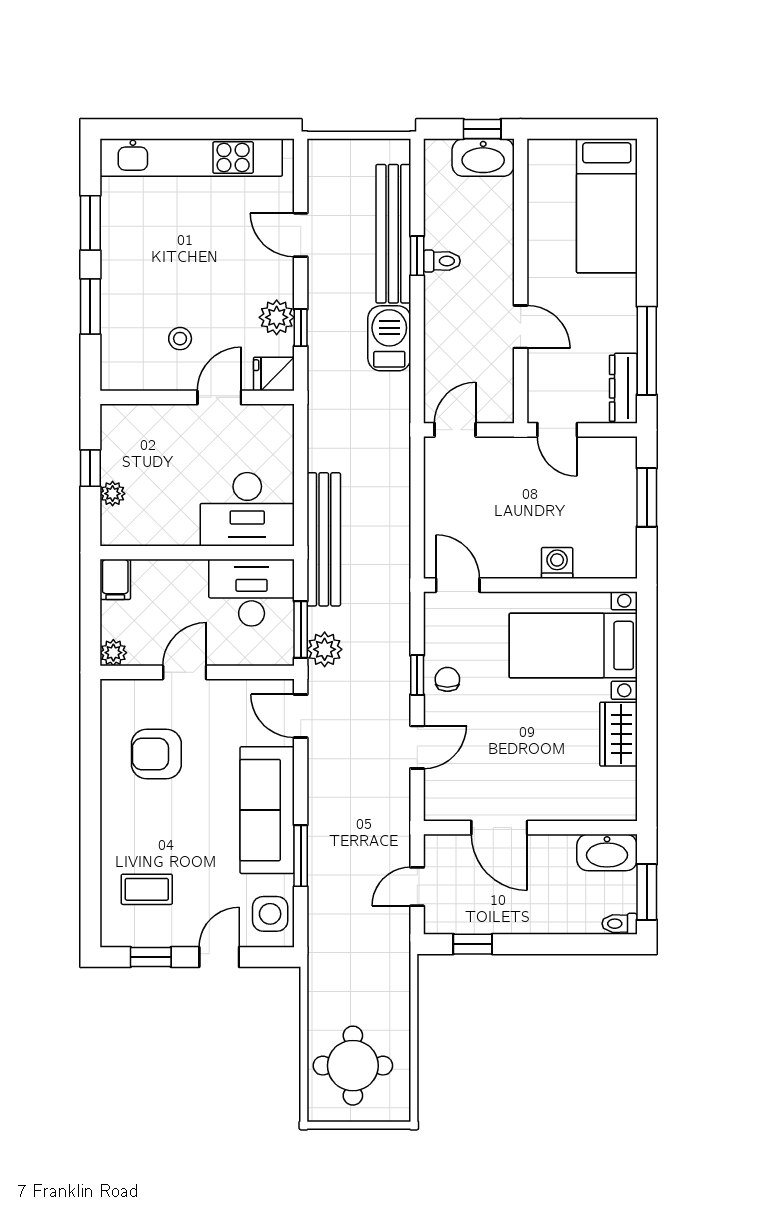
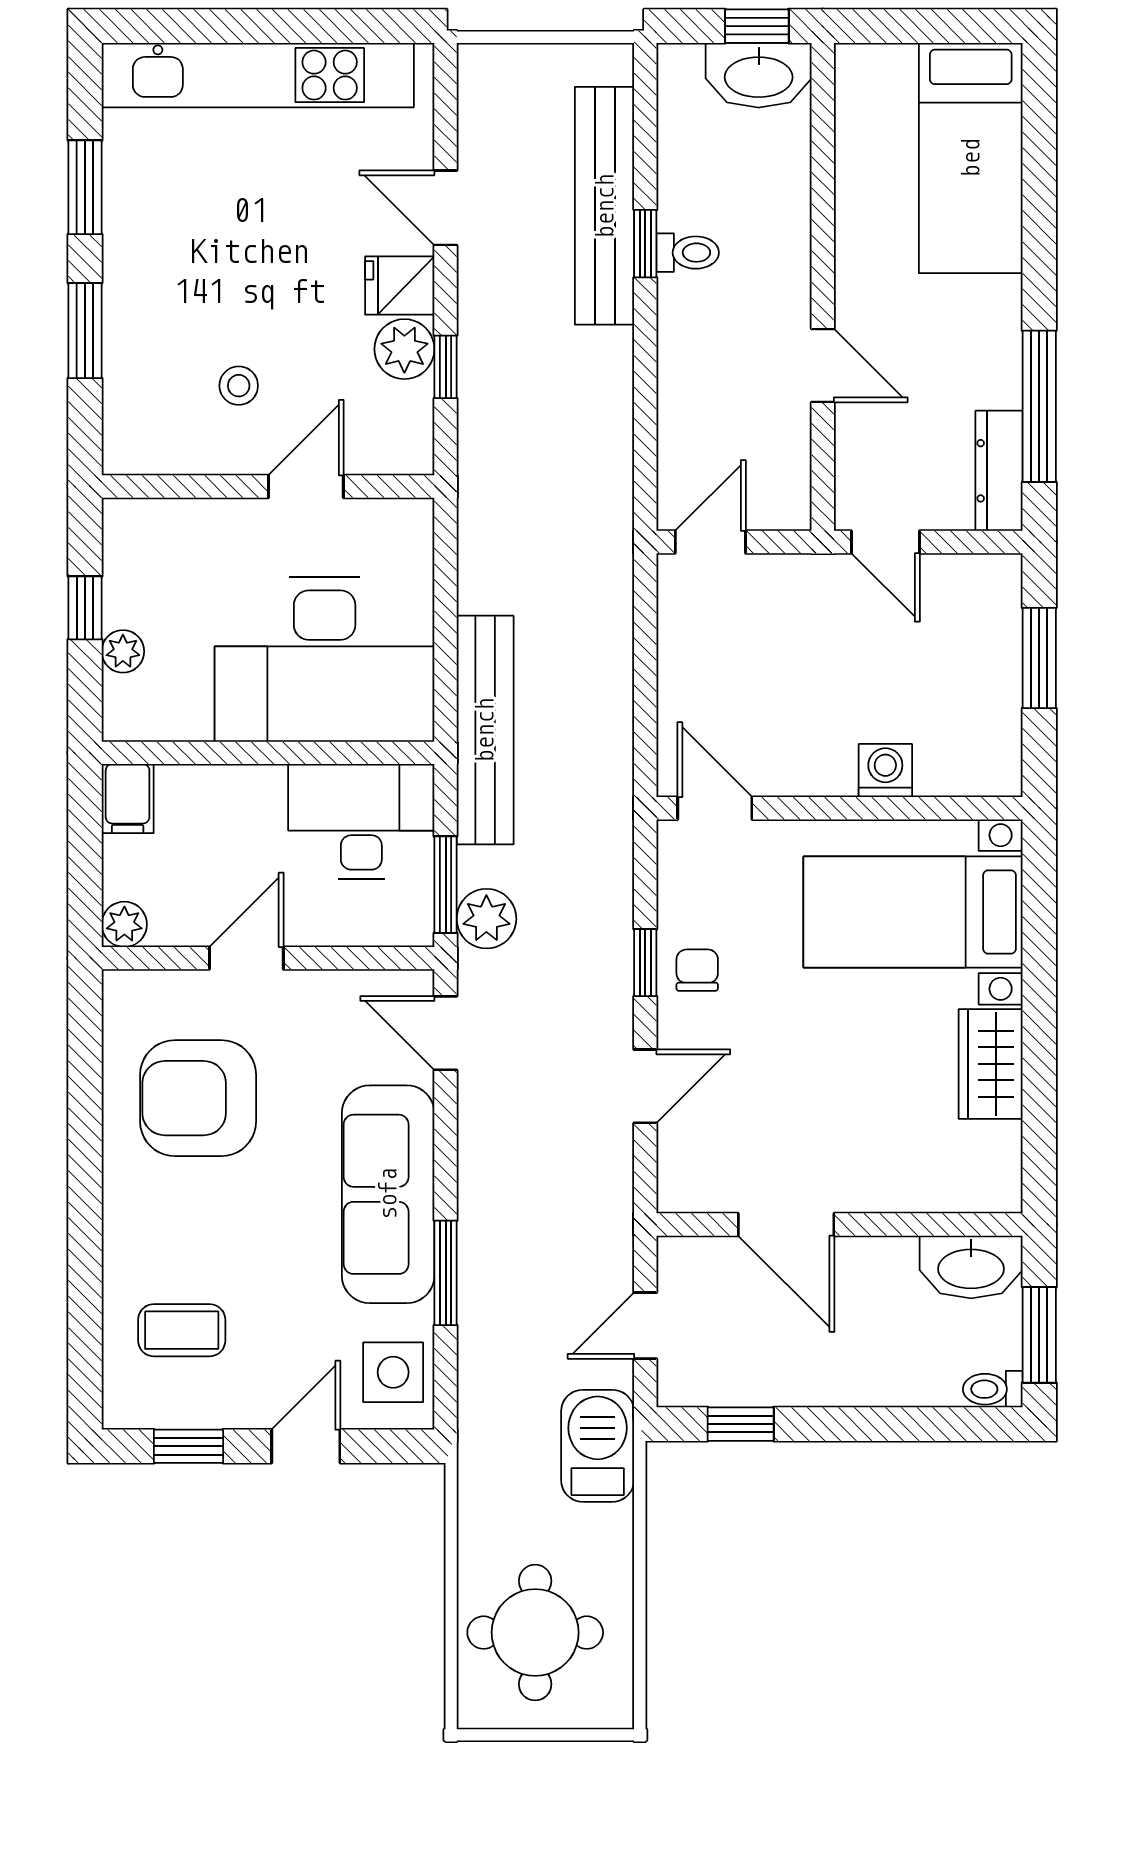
barbecue: (389, 338) -> (598, 1446), moved
fridge: (274, 374) -> (400, 286), moved
desk: (247, 509) -> (325, 660), width x1.36, depth x1.30
armchair: (156, 754) -> (198, 1098), width x1.36, depth x1.36

